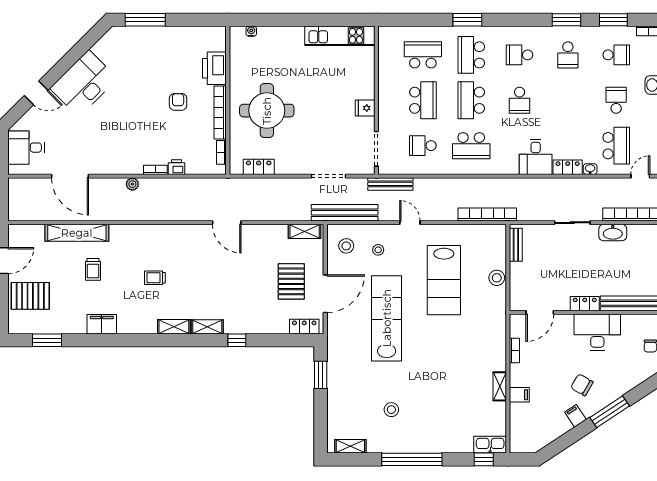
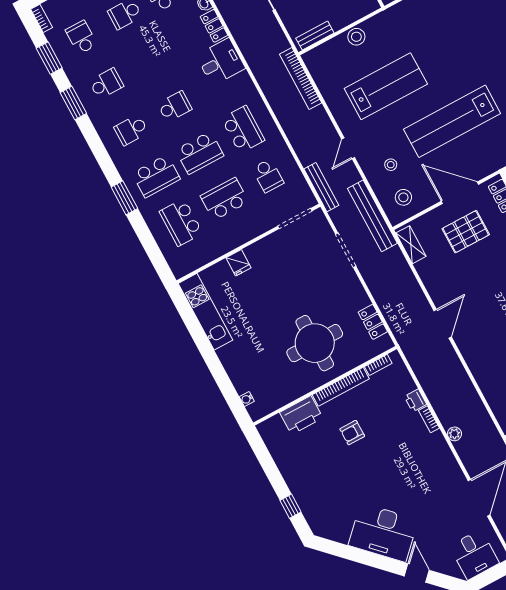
window: (145, 20) -> (290, 506), width x0.46
school desk: (520, 55) -> (131, 130), turned 90
fridge: (365, 108) -> (238, 263), moved

